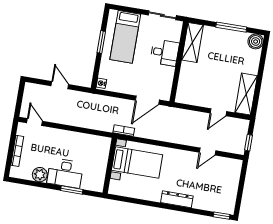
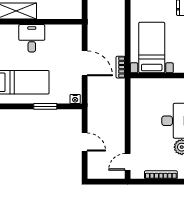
window: (101, 42) -> (45, 106), moved
door: (60, 85) -> (85, 142), swing flipped
door: (147, 100) -> (85, 63), moved

